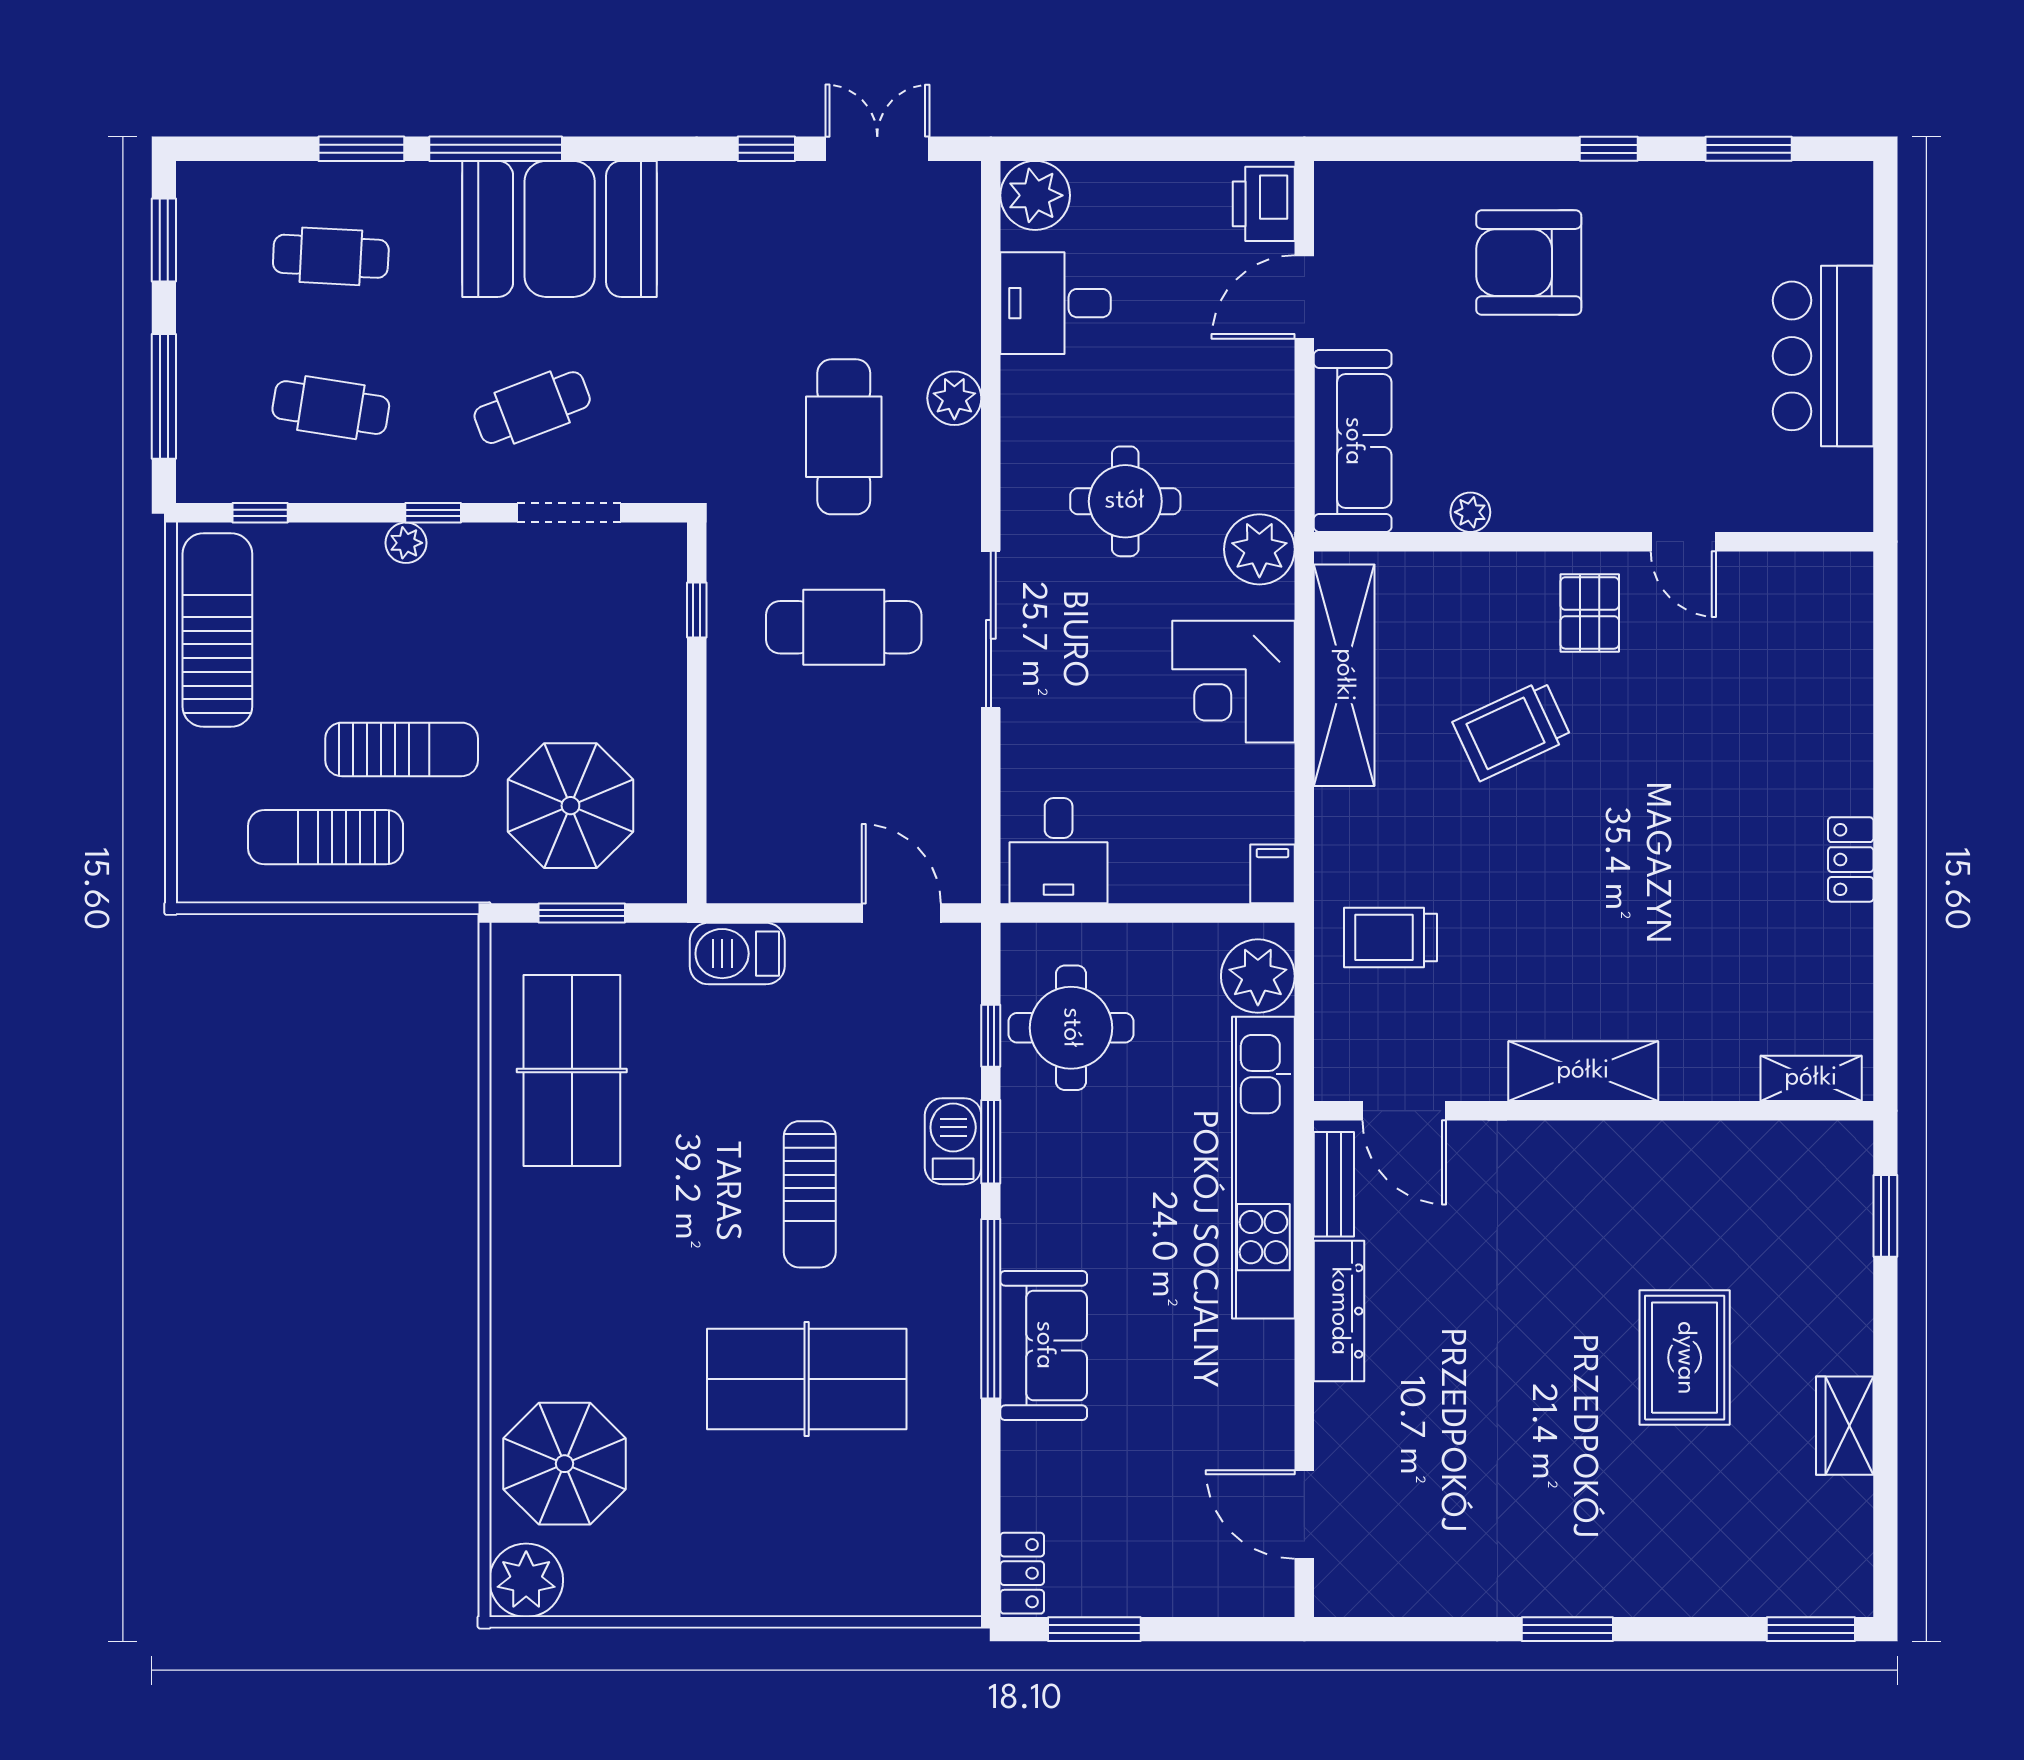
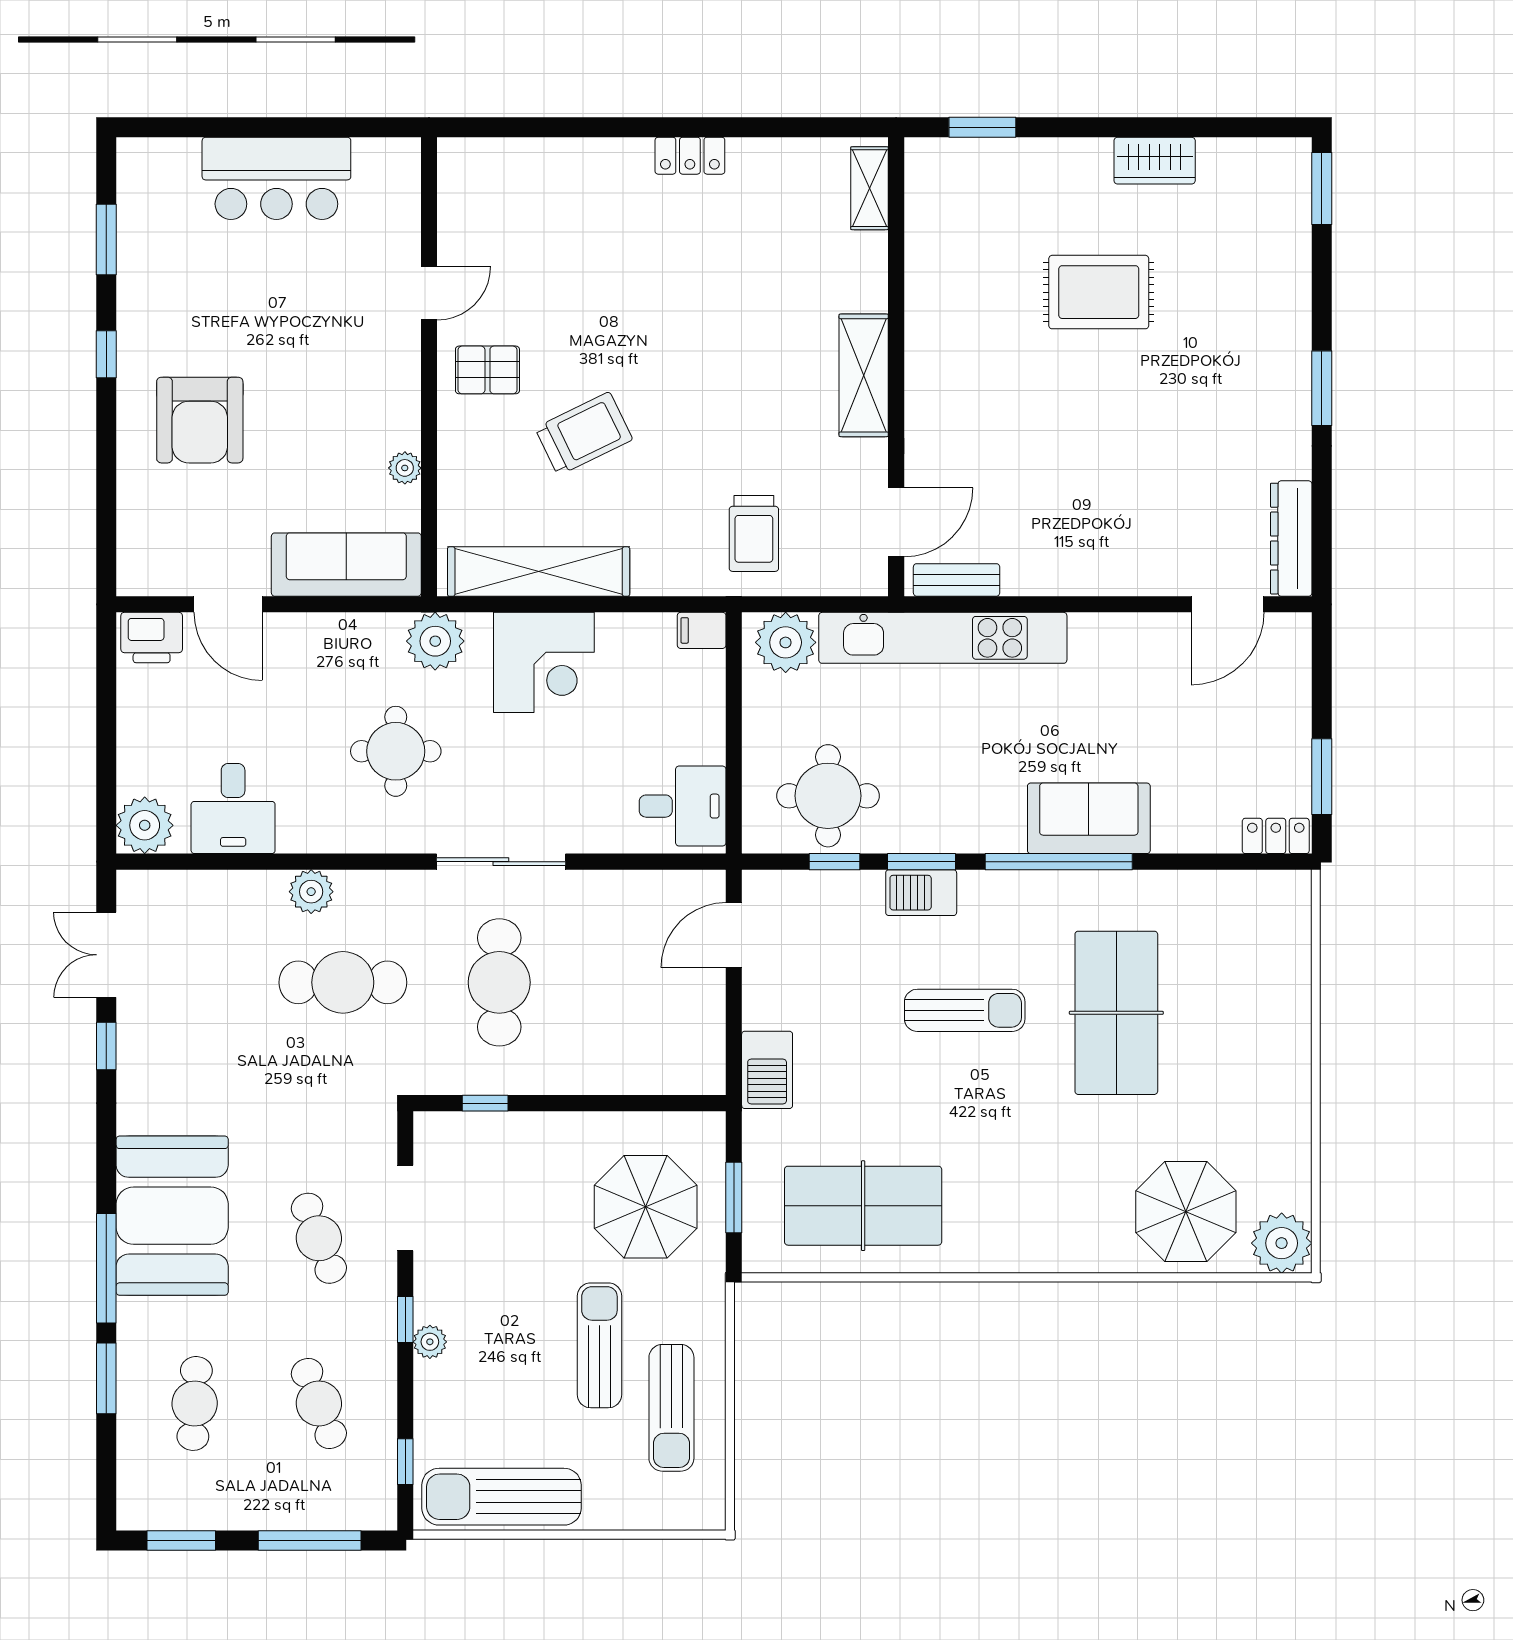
cafe table: (331, 408) -> (319, 1403), turned -30
trolley: (1512, 730) -> (584, 434), turned -91
dresser: (1339, 1311) -> (1291, 539), moved, turned -90

